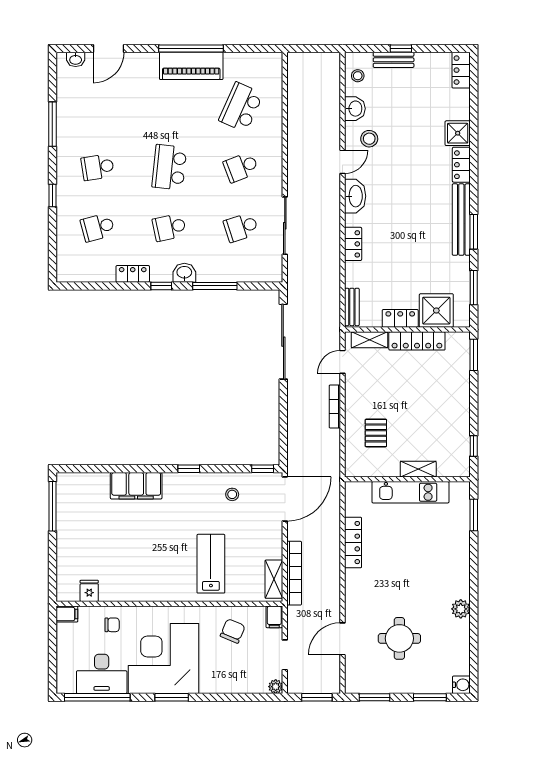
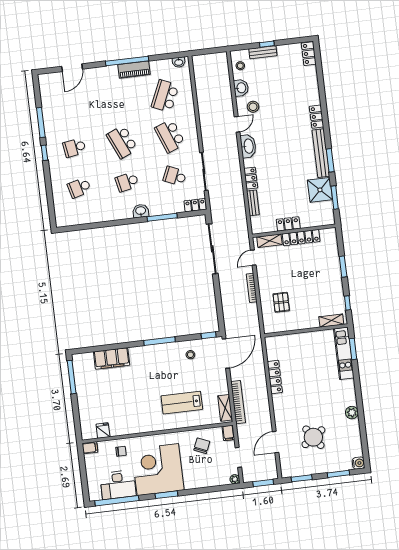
washbasin: (76, 59) -> (179, 62), moved
piano: (191, 66) -> (134, 70), width x0.73, depth x0.75
shower: (458, 133) -> (312, 96), removed
school desk: (169, 167) -> (122, 142), turned -30
school desk: (241, 167) -> (170, 136), width x1.85
window: (52, 195) -> (44, 153), moved
school desk: (241, 227) -> (175, 176), turned 42
locker: (133, 274) -> (195, 205), moved
window: (161, 286) -> (126, 222), removed
bench: (352, 307) -> (253, 203), moved
shower: (436, 311) -> (320, 190), moved
window: (474, 355) -> (343, 267), moved
window: (189, 469) -> (159, 341), width x2.17
shelving: (418, 469) -> (331, 321), moved
filing cabinet: (136, 486) -> (112, 358), moved
kitchen unit: (410, 492) -> (344, 353), moved, turned 90
lab bench: (211, 564) -> (182, 403), turned -90
round table: (399, 638) -> (313, 437), turned -35

